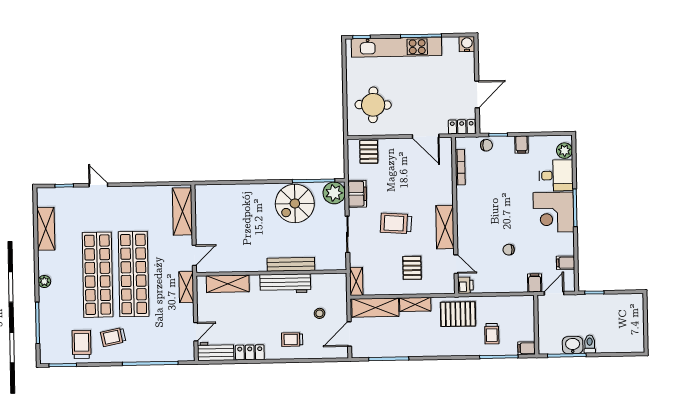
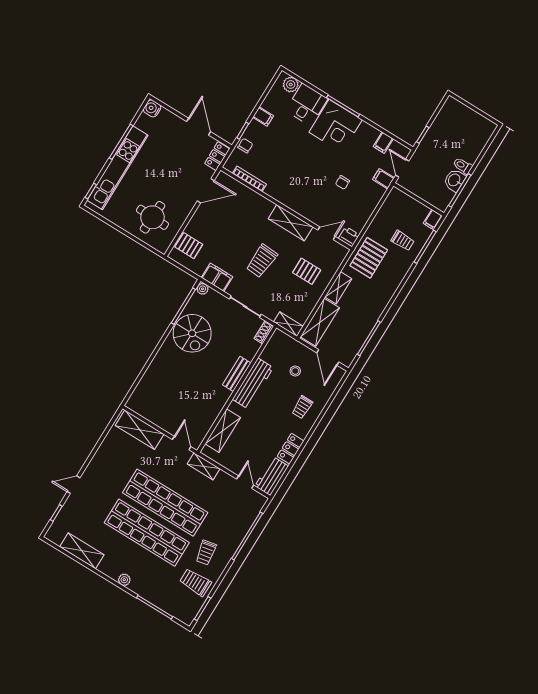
plant: (334, 193) -> (203, 289), width x0.53, depth x0.53
bench: (291, 264) -> (237, 374), width x0.73
shoe rack: (336, 265) -> (264, 332), added

